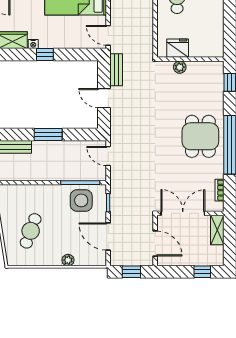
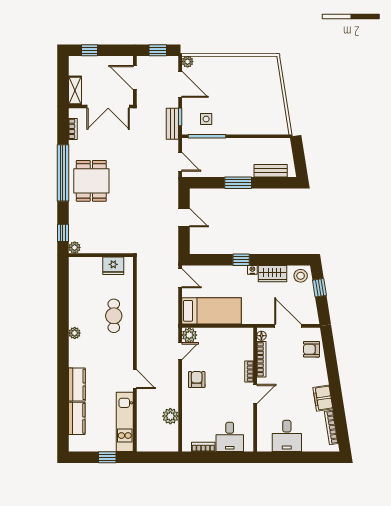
plant: (180, 67) -> (75, 247), moved
bench: (116, 70) -> (172, 124), moved
side table: (81, 200) -> (206, 119), width x0.54, depth x0.54
cafe table: (31, 231) -> (255, 90), removed
plant: (68, 260) -> (188, 62), moved

